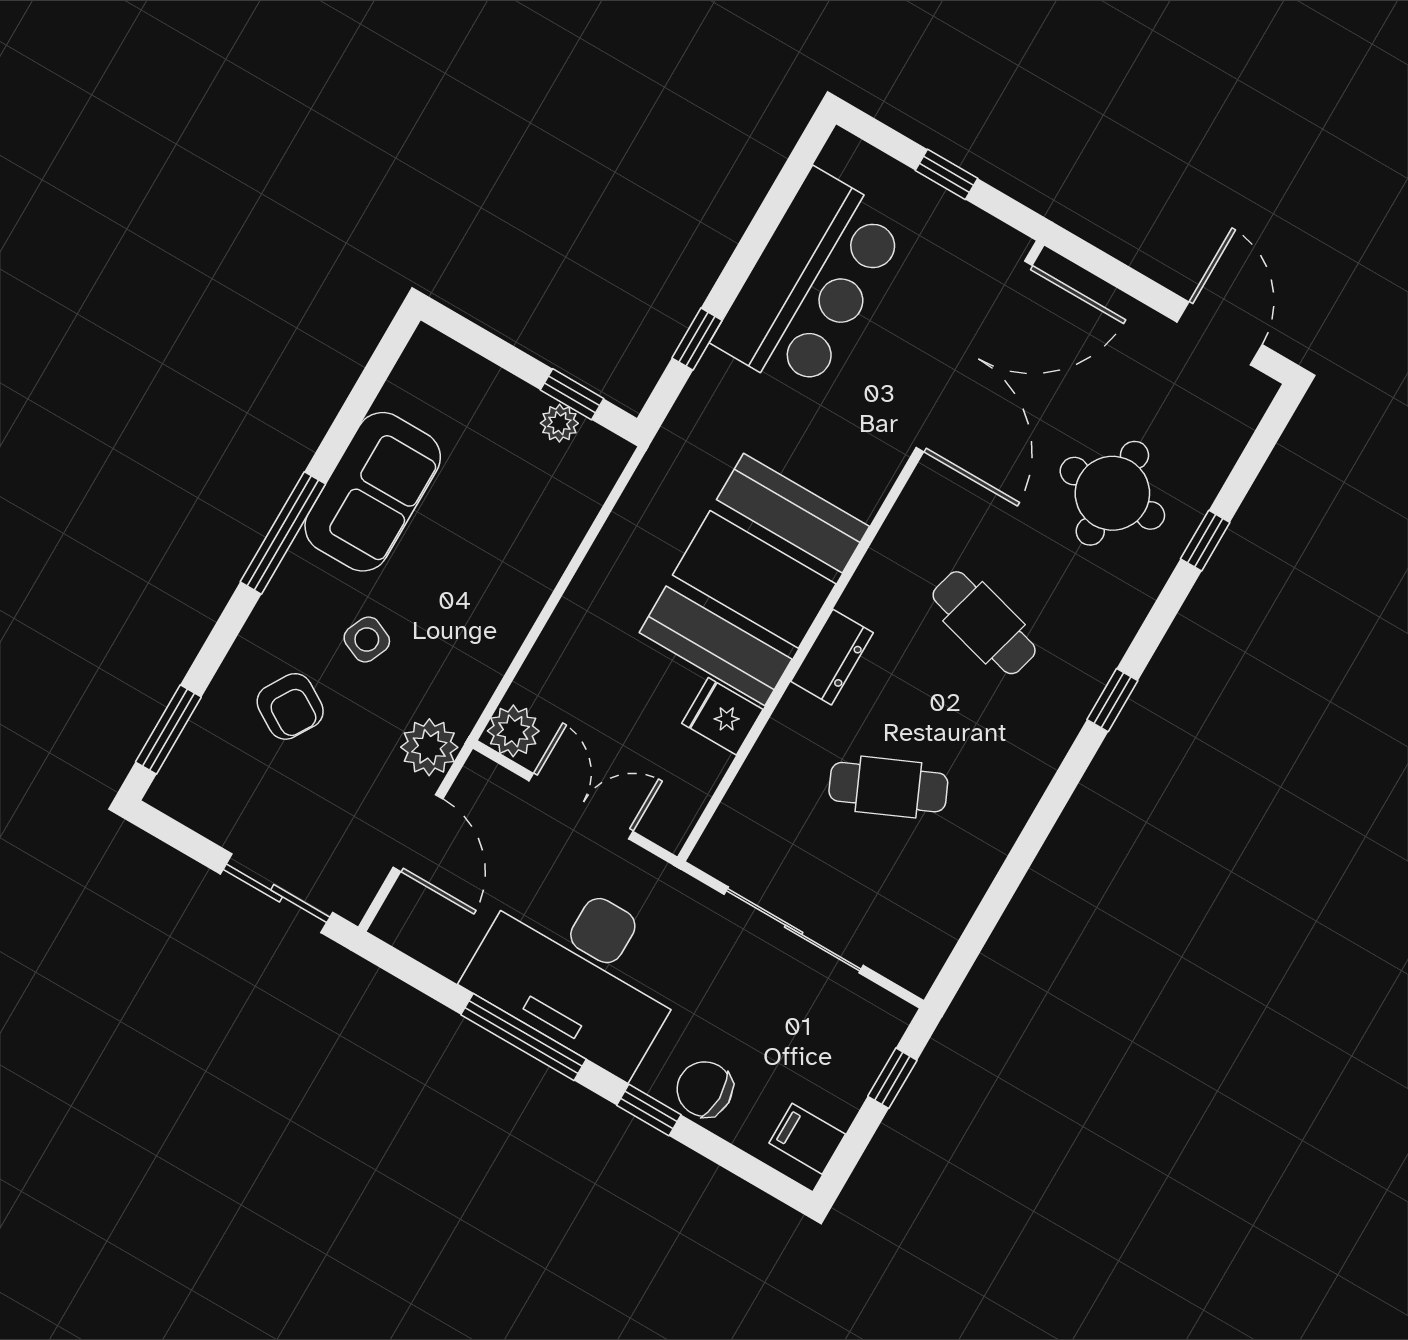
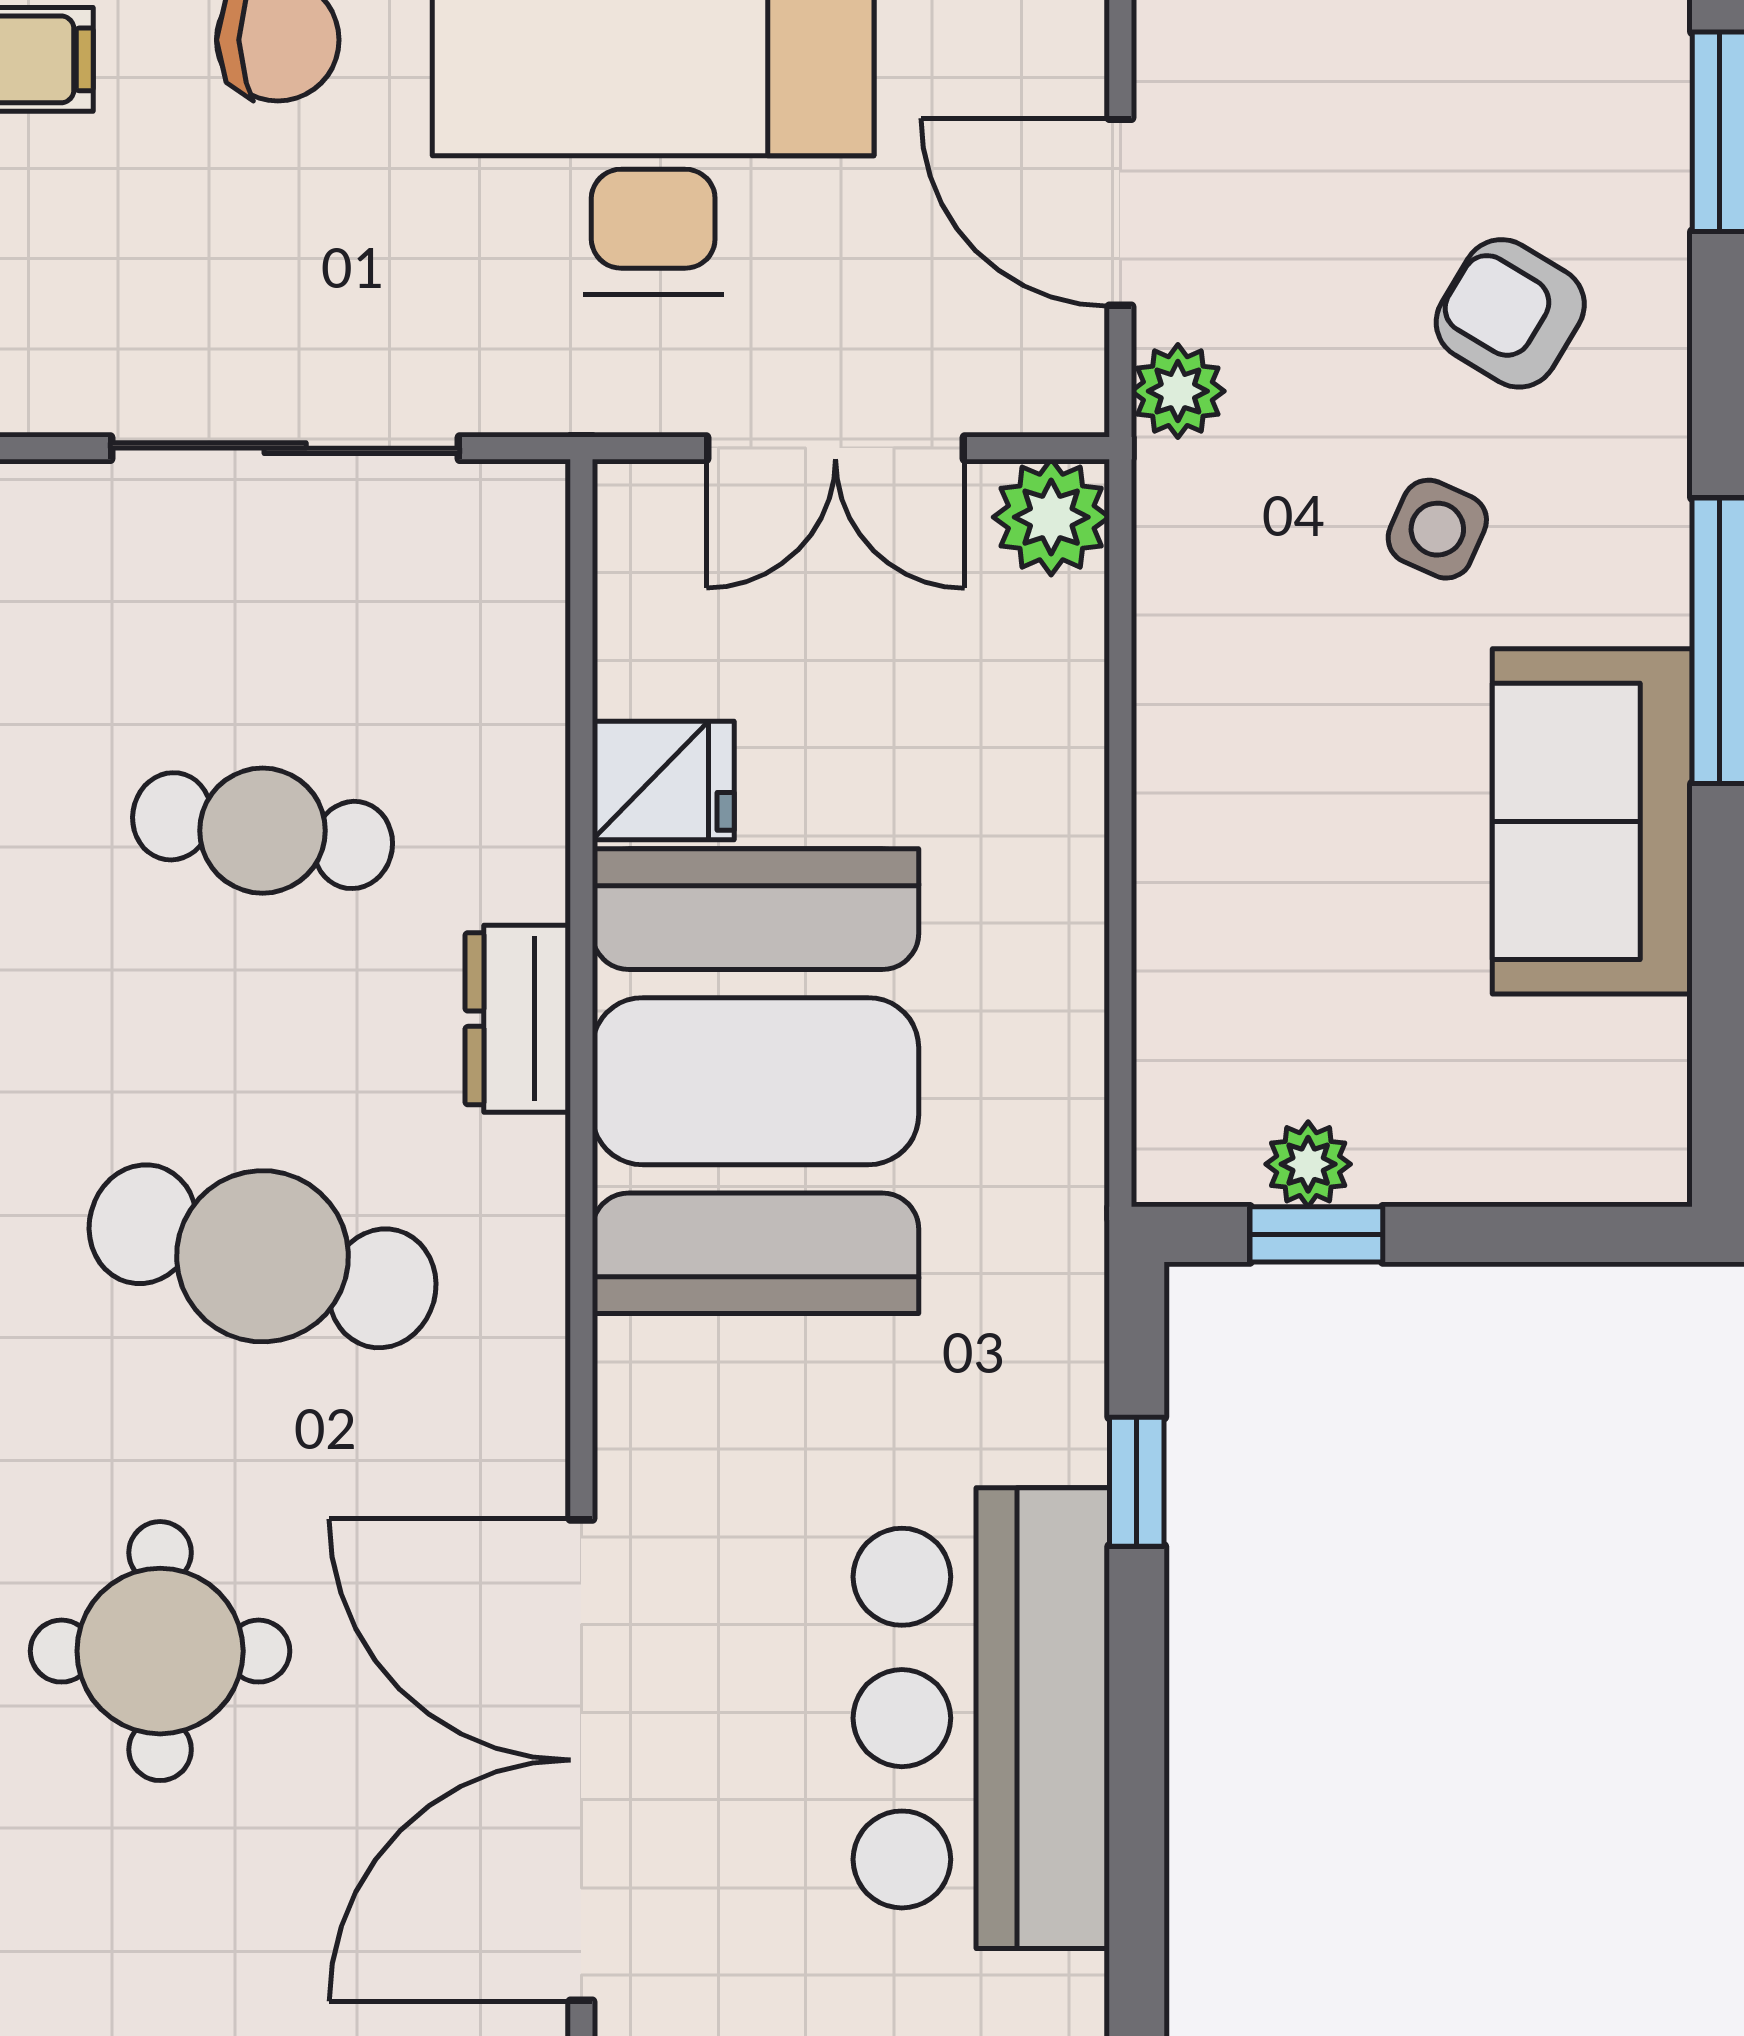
cafe table: (984, 623) -> (263, 1256), width x1.37, depth x1.35
plant: (429, 747) -> (1178, 391), width x0.73, depth x0.73
cafe table: (888, 787) -> (263, 831), turned 33

